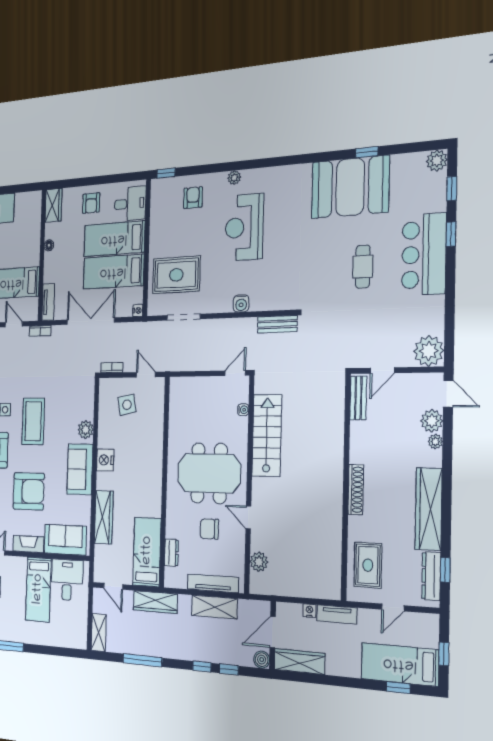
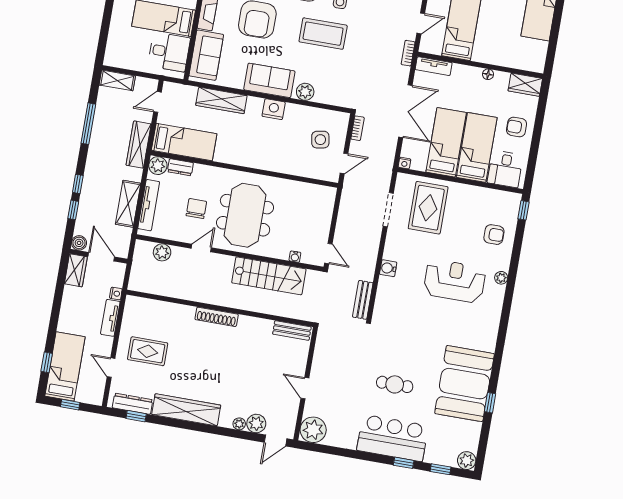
bench: (358, 398) -> (292, 331), moved
wall: (346, 487) -> (220, 308), moved
shoe rack: (356, 490) -> (217, 317), moved
plant: (173, 578) -> (158, 166), added
wardrobe: (299, 661) -> (76, 270), width x0.67

